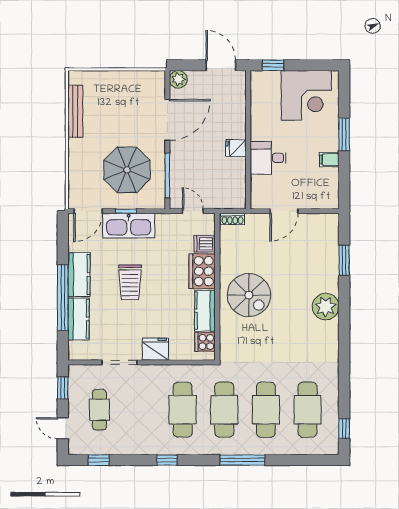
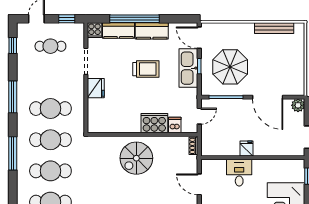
trolley: (130, 282) -> (146, 69), turned 180
kitchen counter: (205, 311) -> (125, 125), removed
cooker: (205, 342) -> (95, 30), moved, turned 180
window: (167, 460) -> (13, 97), width x2.17

